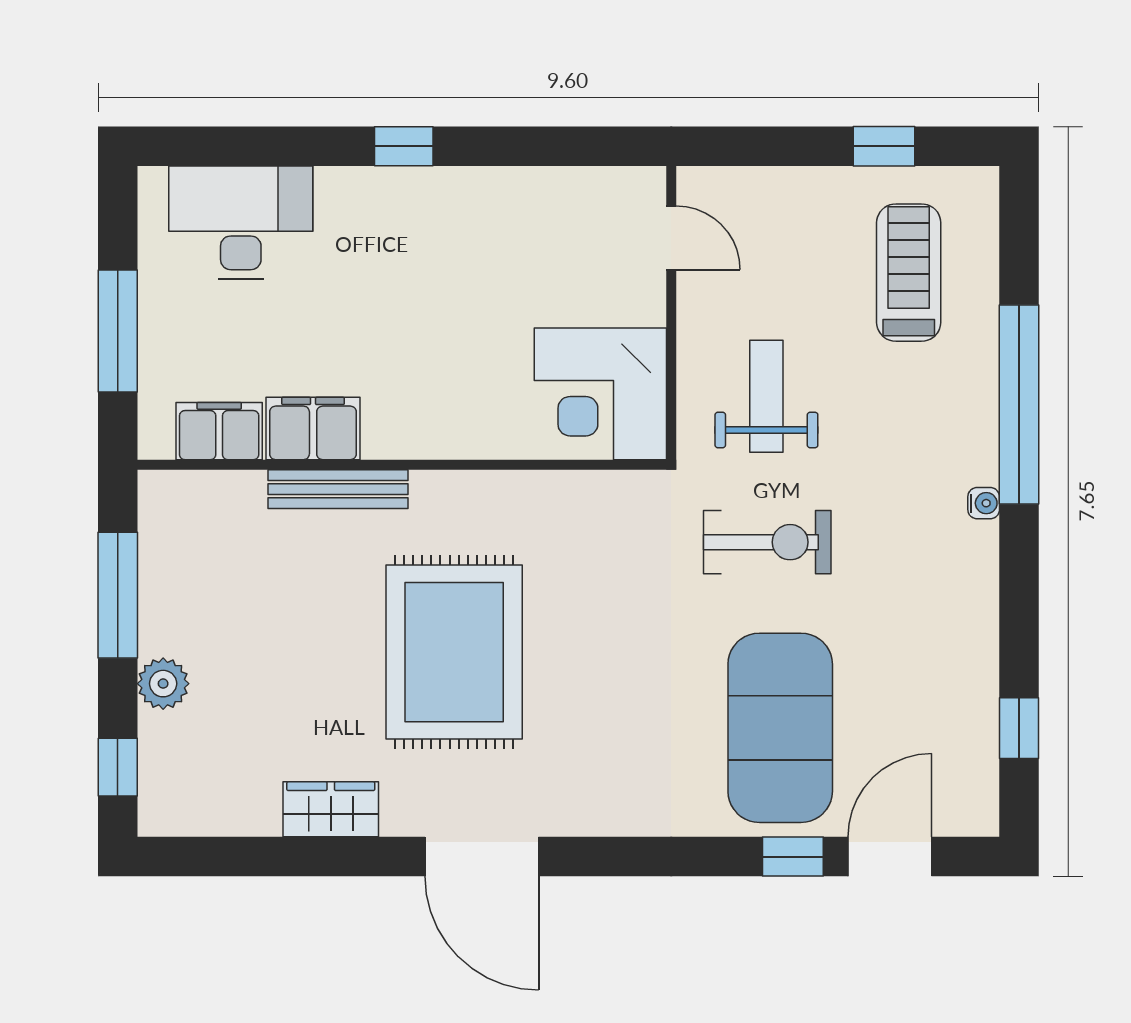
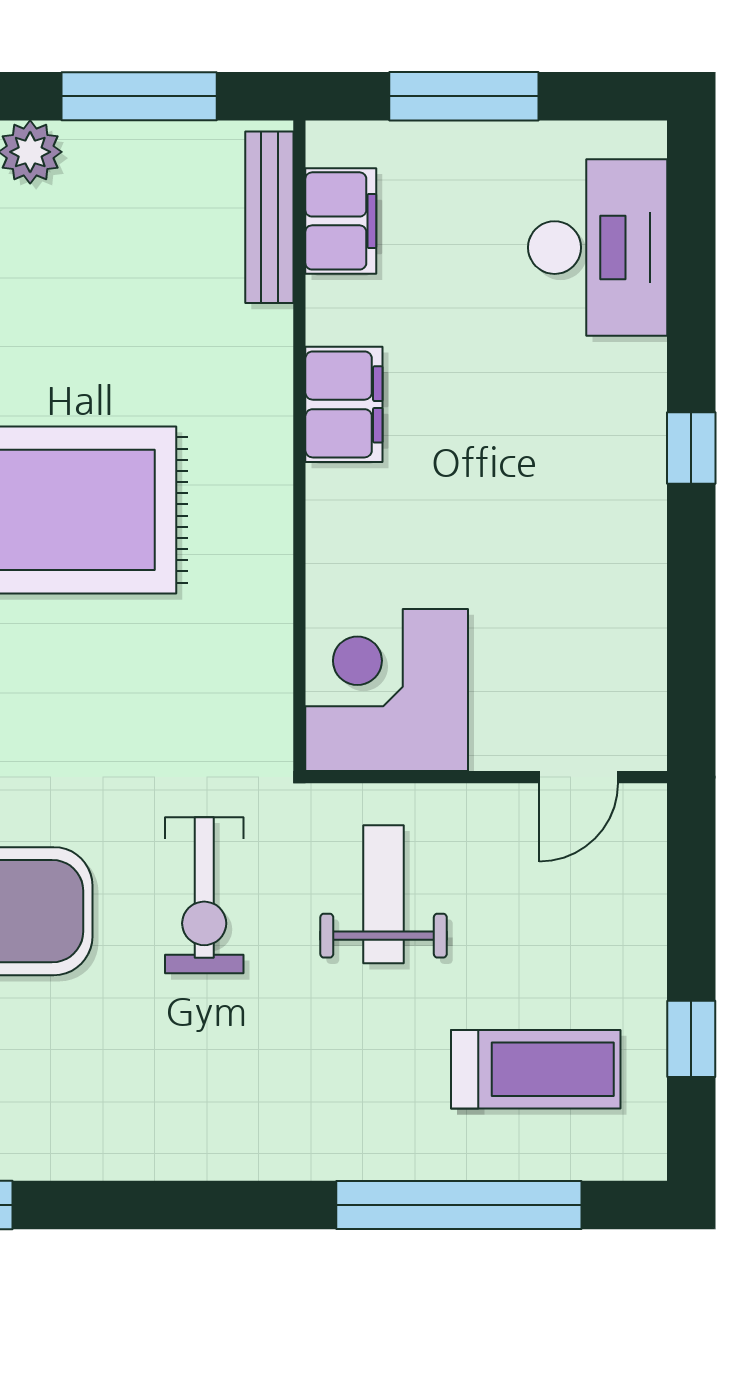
weight bench: (766, 396) -> (384, 894), turned -90
window: (1019, 404) -> (459, 1205), moved
filing cabinet: (313, 428) -> (344, 404), moved
bench: (338, 489) -> (269, 217), moved
water cooler: (984, 503) -> (252, 1162), removed

